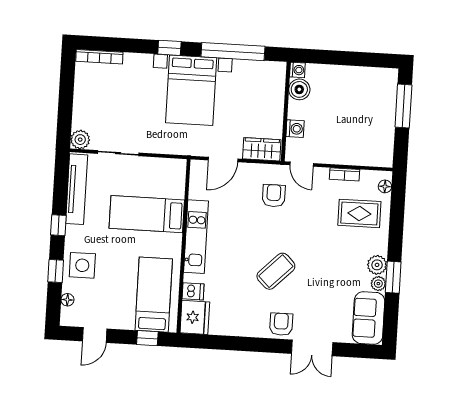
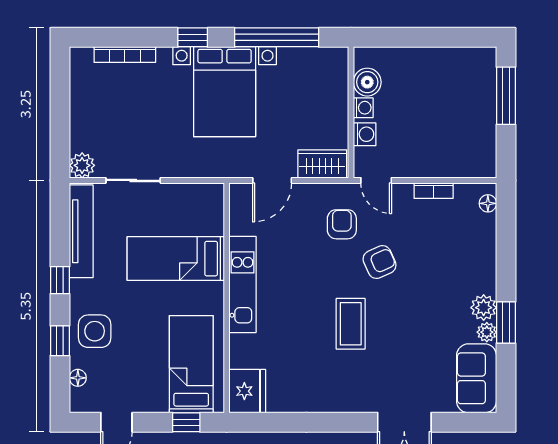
bookcase: (99, 57) -> (125, 55), moved
washing machine: (297, 70) -> (363, 108), moved
rug: (359, 213) -> (456, 241), removed
coffee table: (276, 271) -> (351, 324), turned -45
dishwasher: (193, 291) -> (243, 357), removed
armchair: (281, 324) -> (380, 262), moved, turned 66

